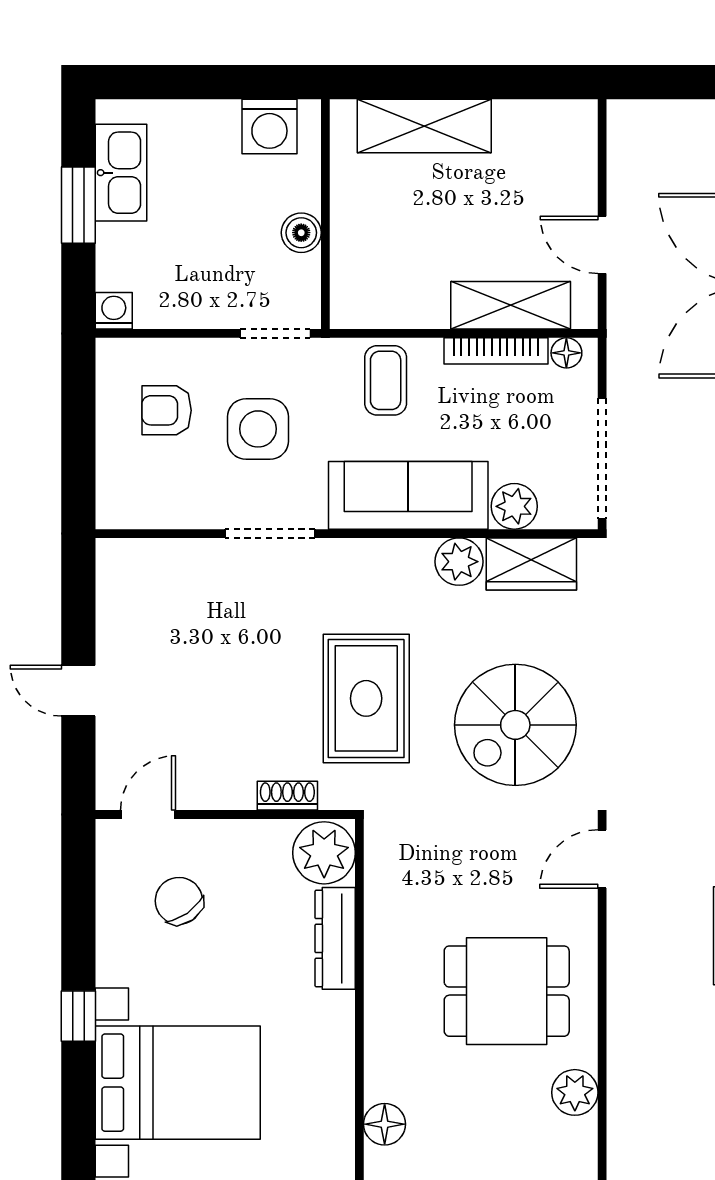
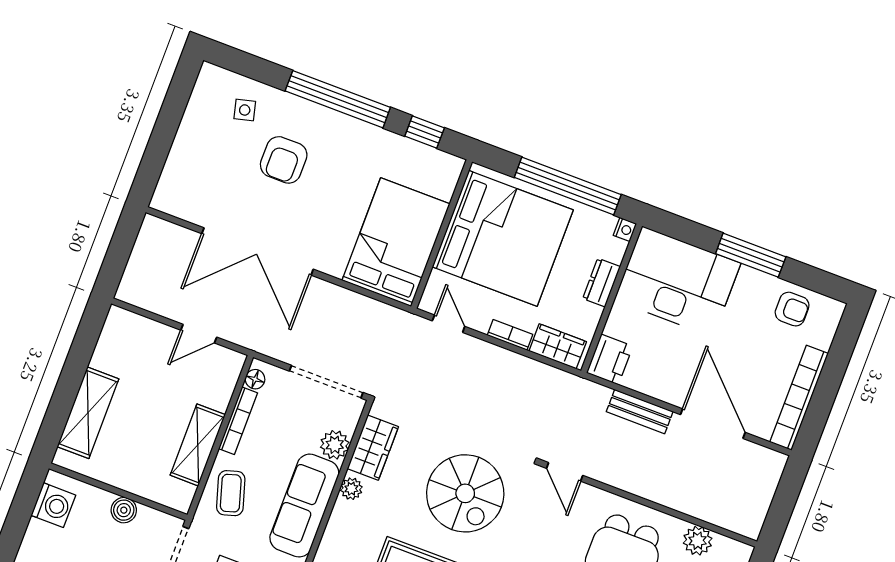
shelving: (511, 305) -> (198, 445), moved
coffee table: (386, 380) -> (231, 493), turned 73
plant: (459, 562) -> (351, 489), width x0.73, depth x0.73

